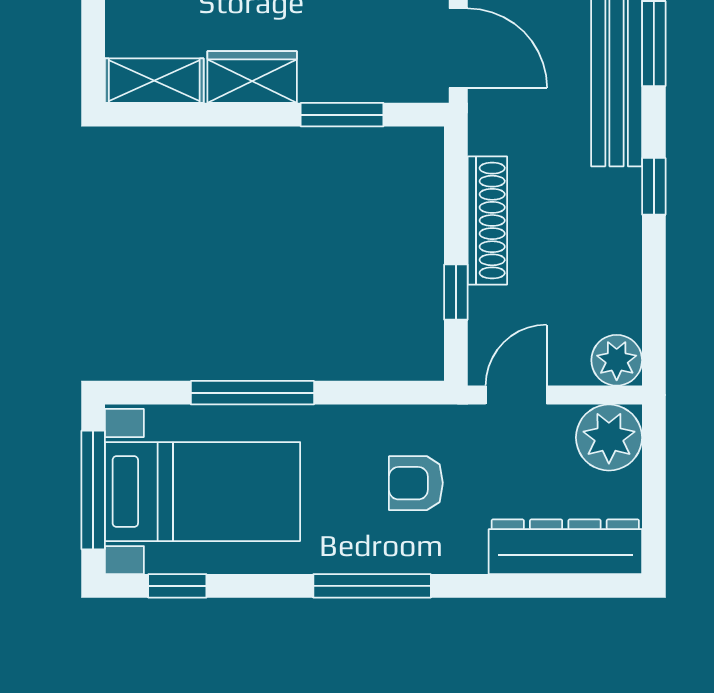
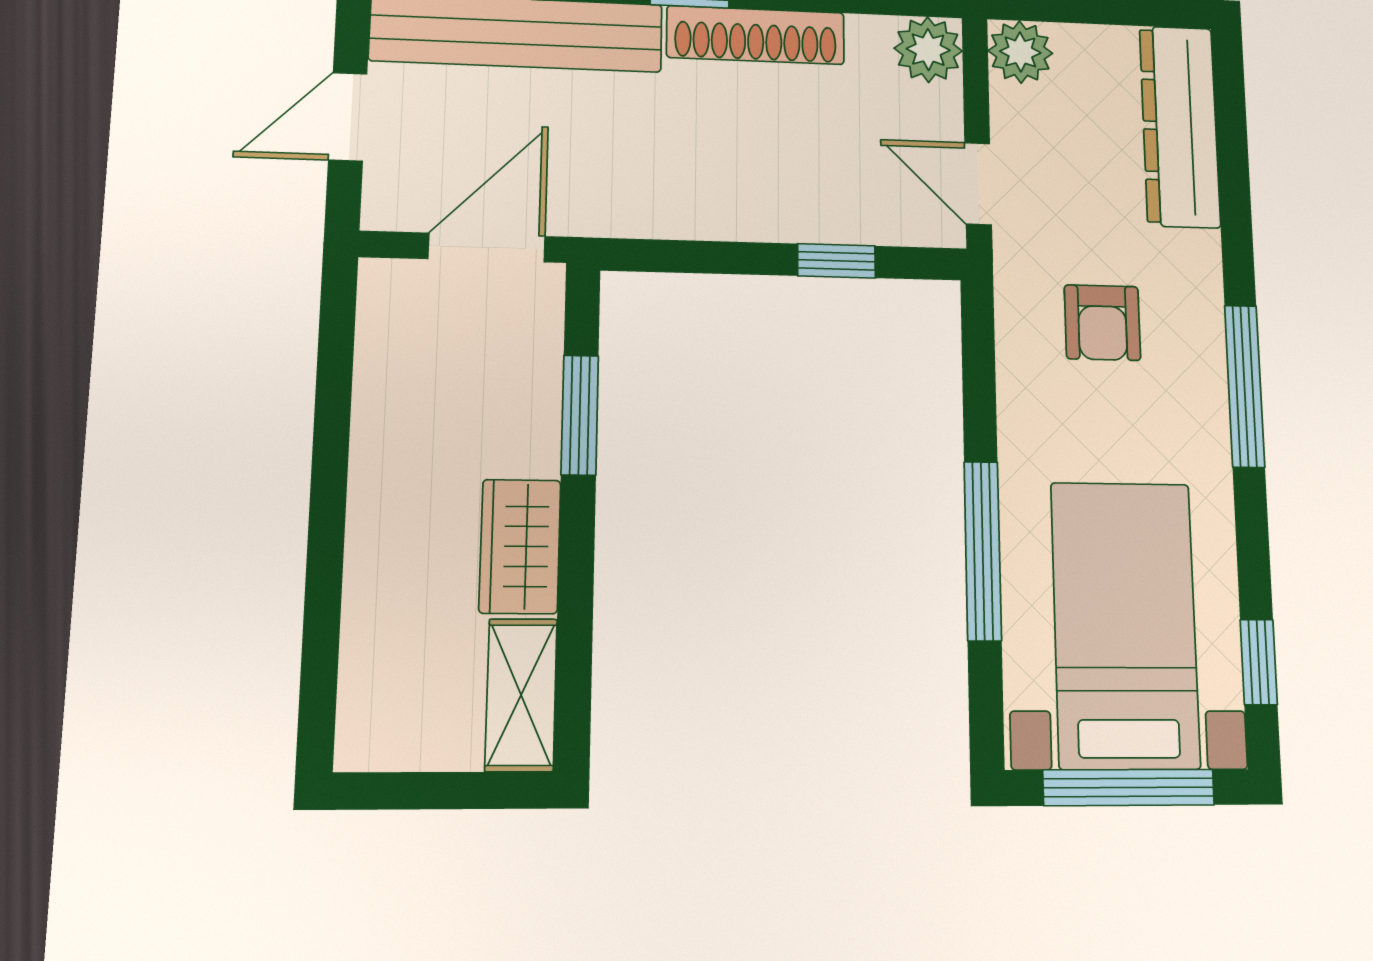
shoe rack: (487, 220) -> (756, 35), moved, turned 180
plant: (609, 438) -> (1020, 52), width x0.73, depth x0.73

